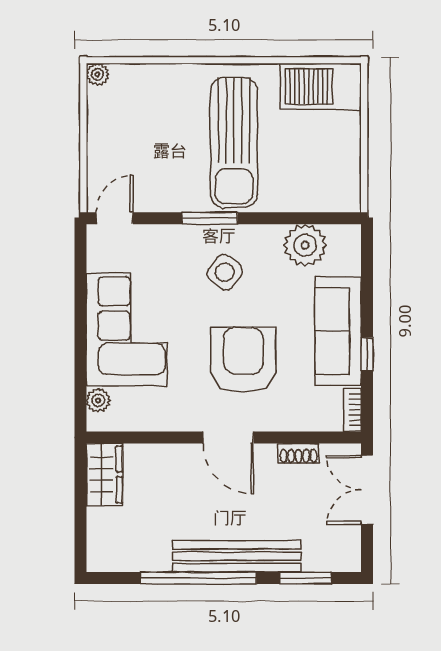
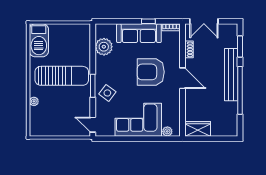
plant: (97, 74) -> (34, 101), moved
side table: (225, 272) -> (107, 93), moved
door: (228, 438) -> (182, 78), hinge flipped

